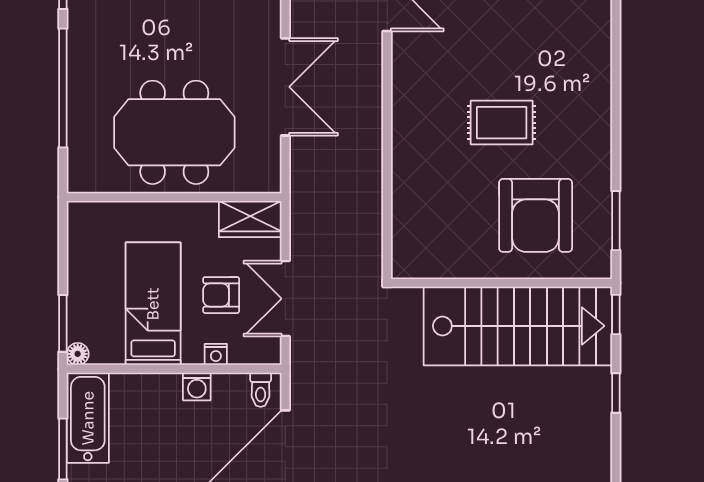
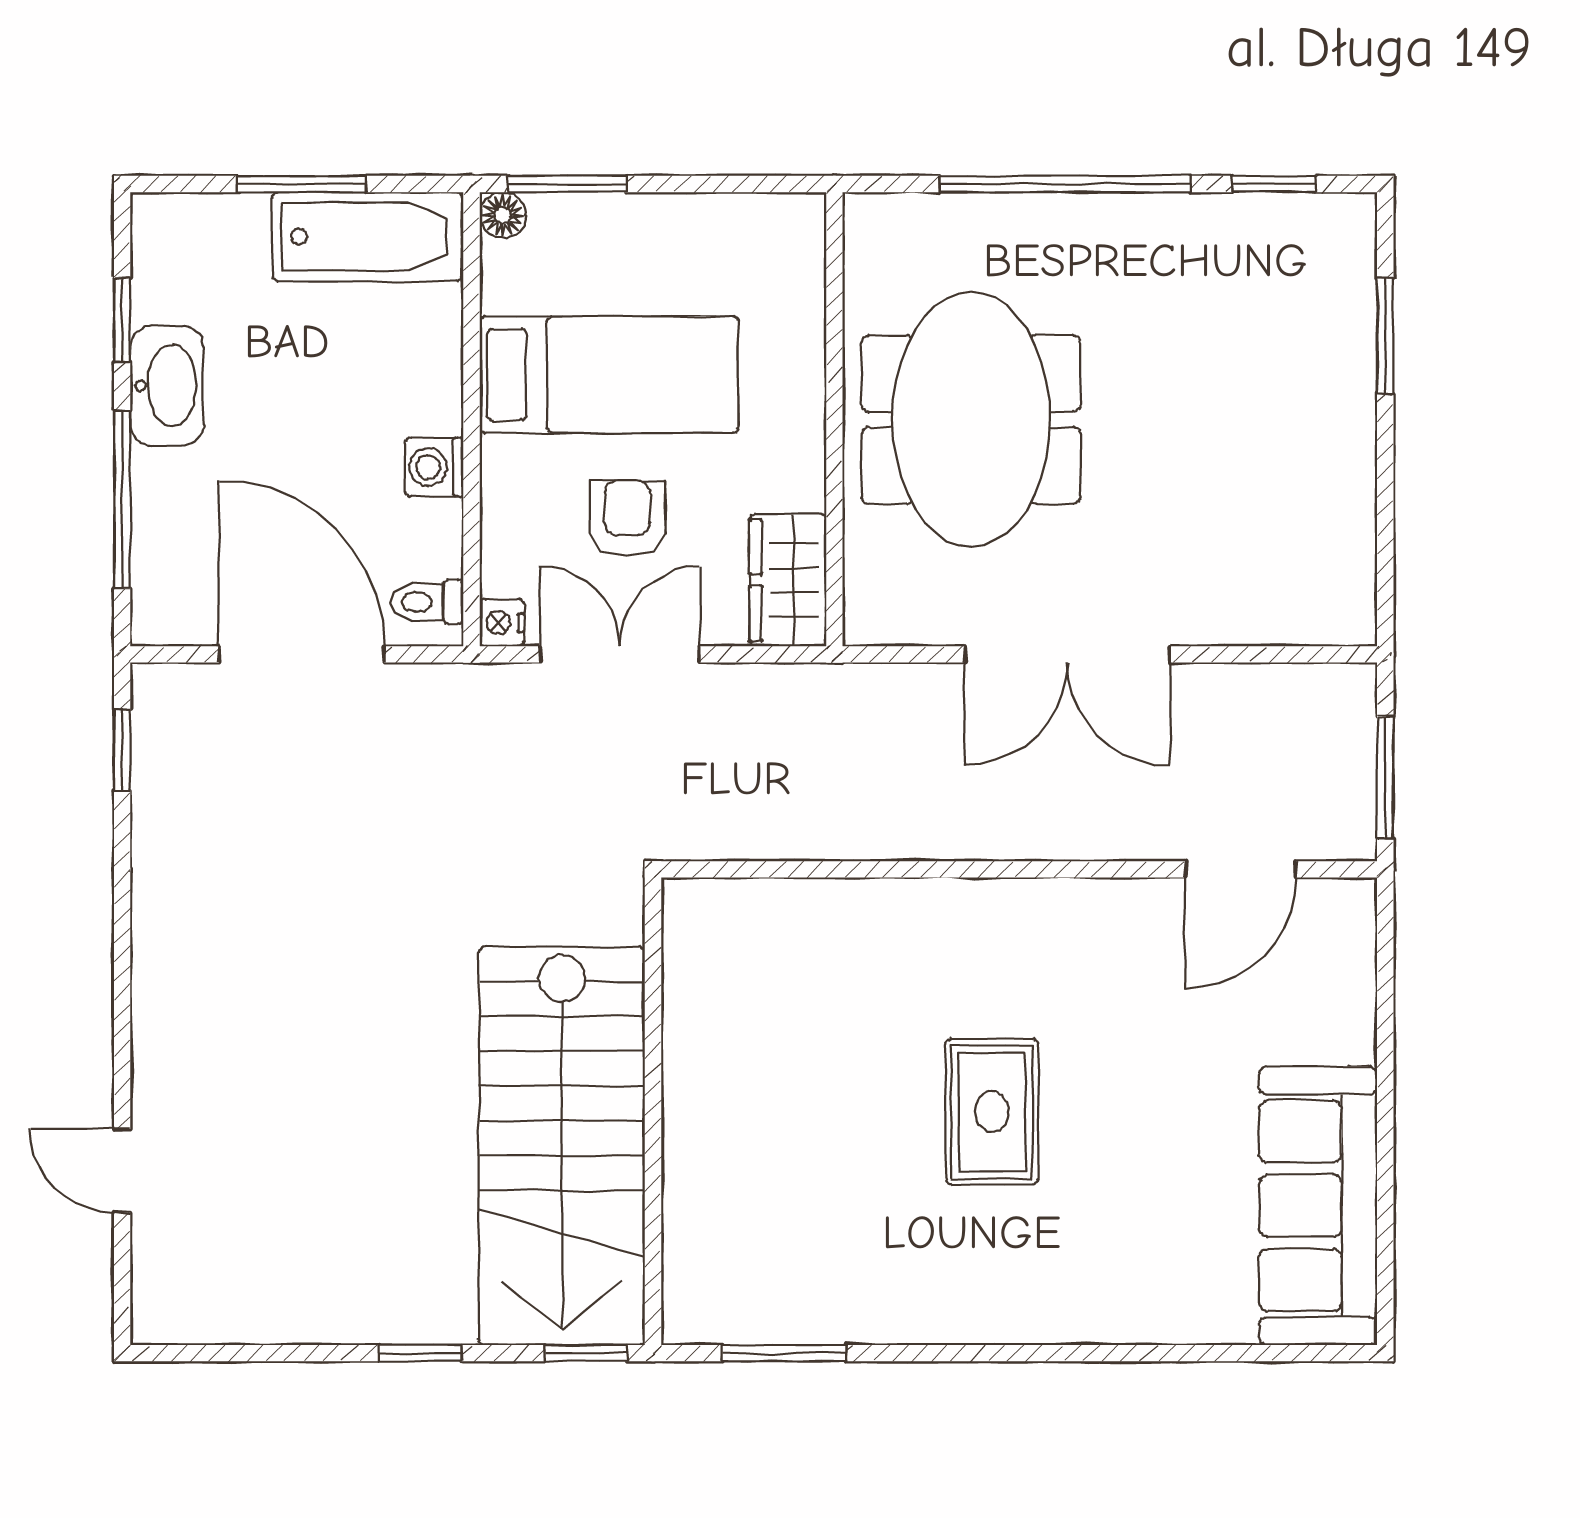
armchair: (536, 215) -> (796, 1183), removed
nightstand: (216, 354) -> (502, 623), moved

